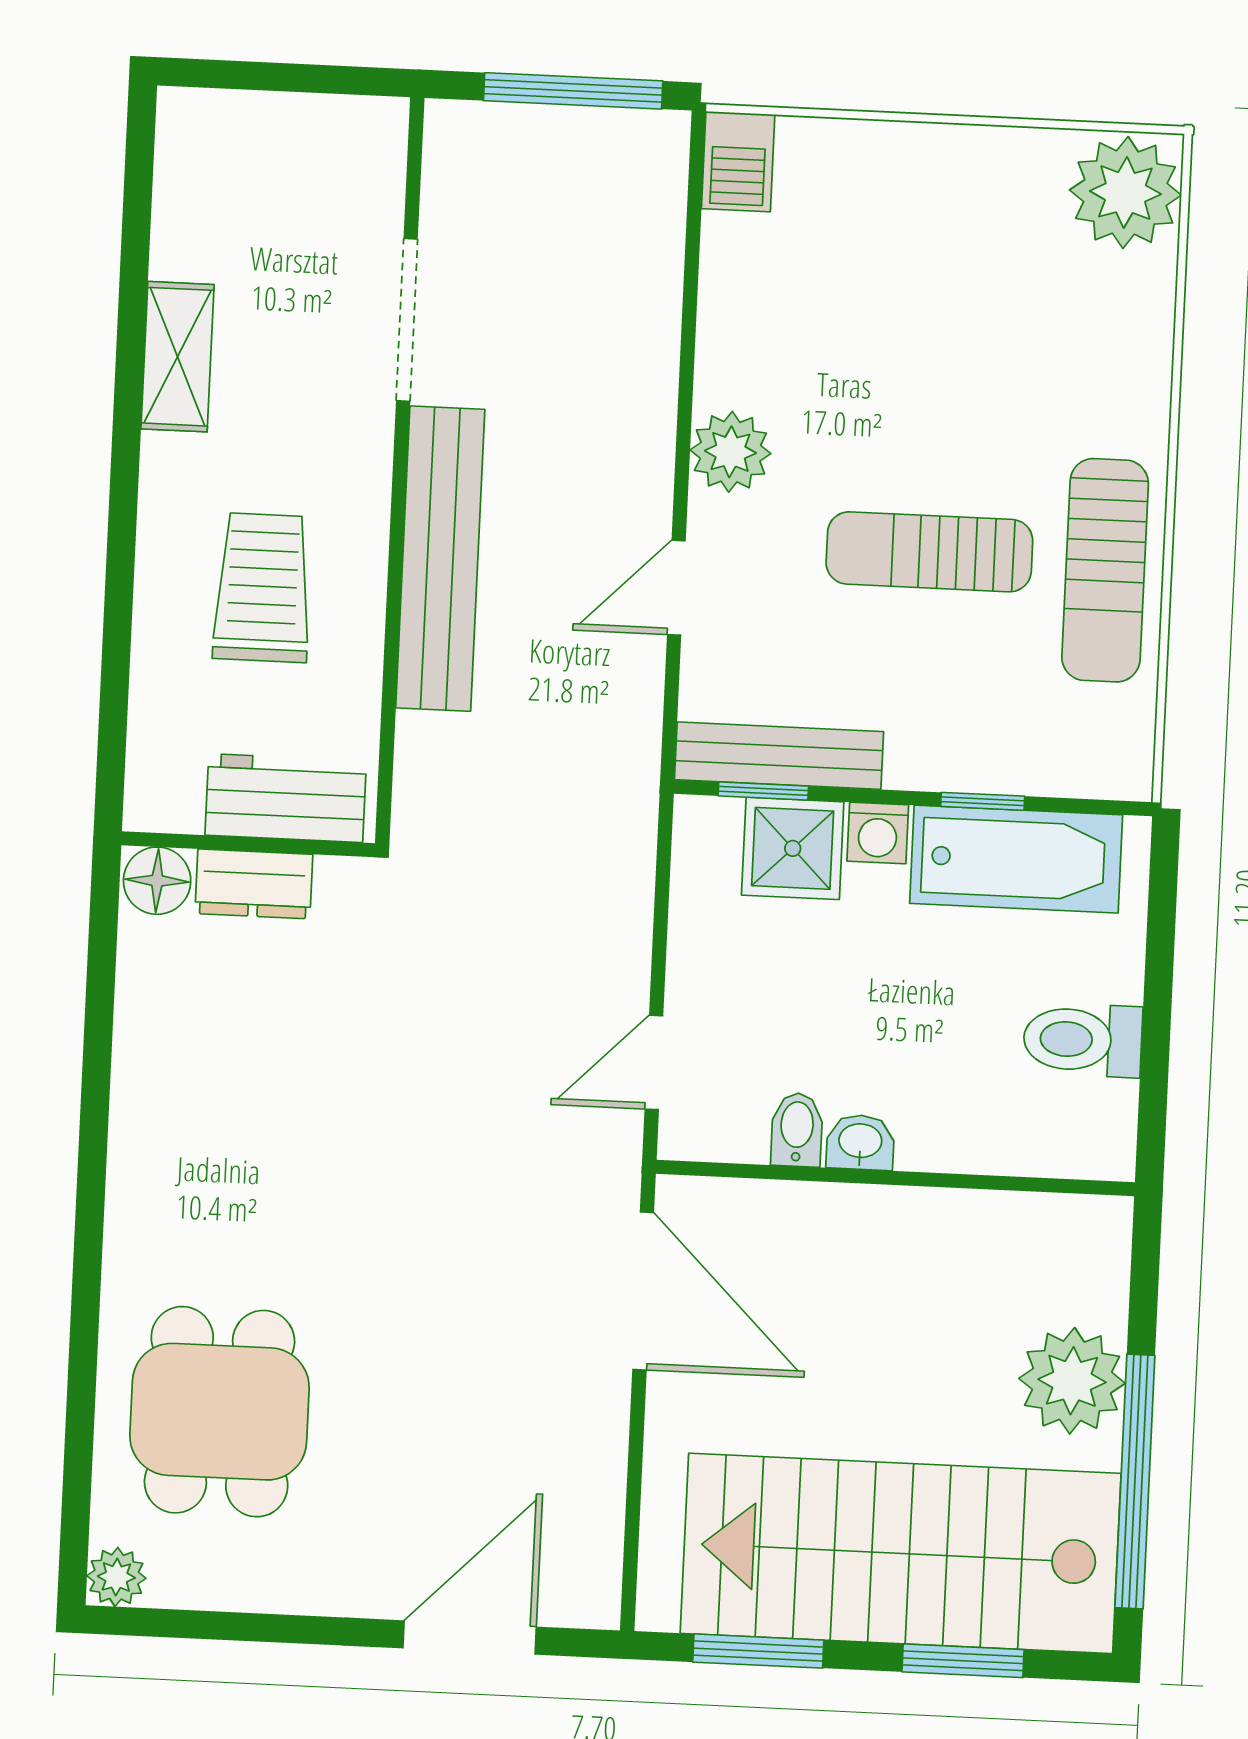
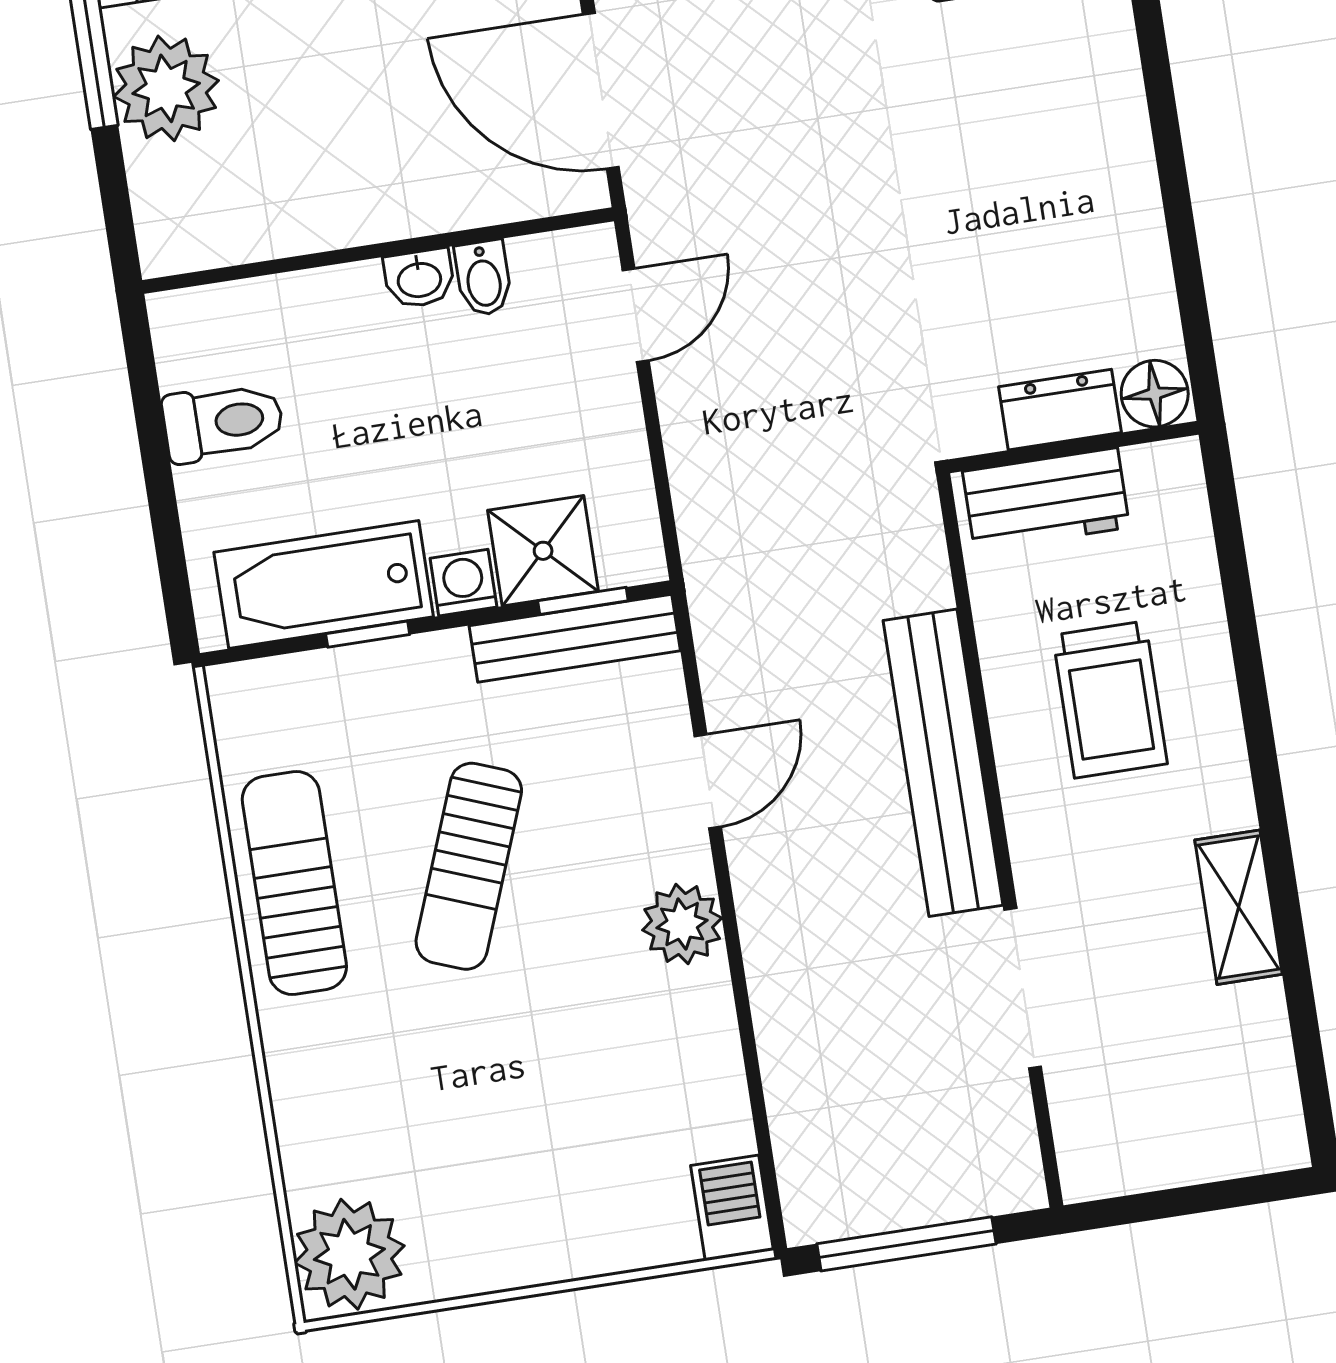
sun lounger: (929, 552) -> (469, 866), turned 111

